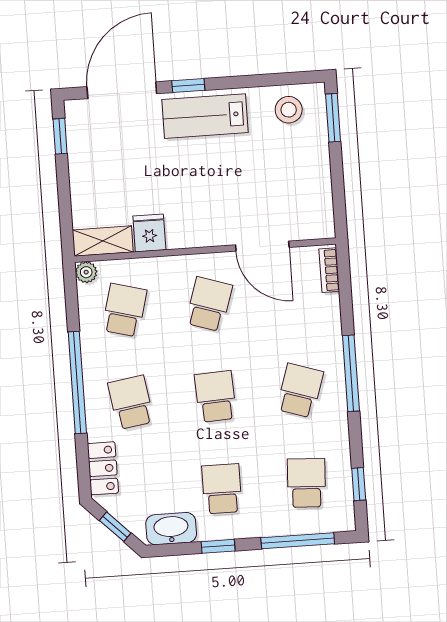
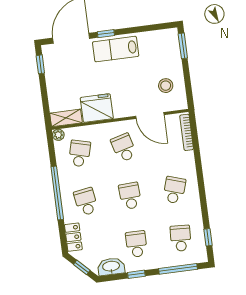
stool: (289, 110) -> (166, 86), moved
fridge: (149, 233) -> (97, 108), width x1.88, depth x1.34
bookcase: (329, 270) -> (187, 132), width x1.56
school desk: (209, 304) -> (124, 148), turned -33
window: (351, 373) -> (200, 179), removed

